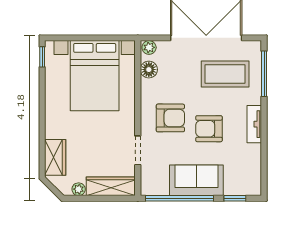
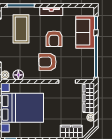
armchair: (170, 118) -> (48, 62), turned -91
sofa: (196, 180) -> (85, 32), moved

